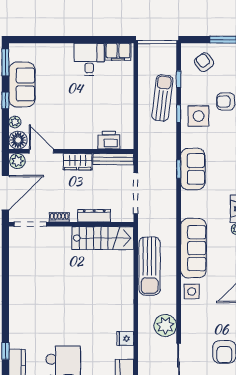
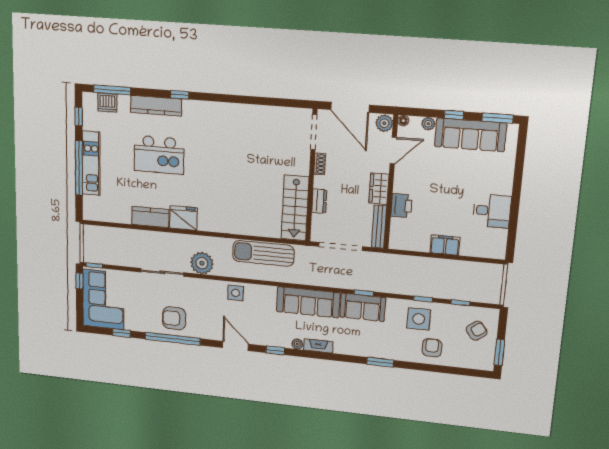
filing cabinet: (118, 52) -> (445, 245), moved, turned 90
sofa: (22, 84) -> (470, 135), width x1.36
sun lounger: (162, 98) -> (442, 284), removed
floor lamp: (18, 140) -> (403, 121), width x0.53, depth x0.53
printer: (109, 140) -> (401, 206), moved
dresser: (94, 216) -> (319, 201), width x0.70
sofa: (193, 248) -> (308, 302), moved
fridge: (125, 339) -> (183, 218), width x1.88, depth x1.34

